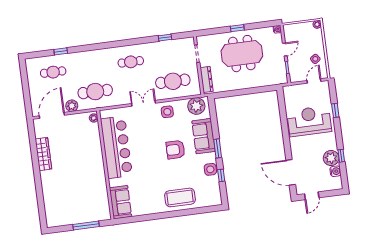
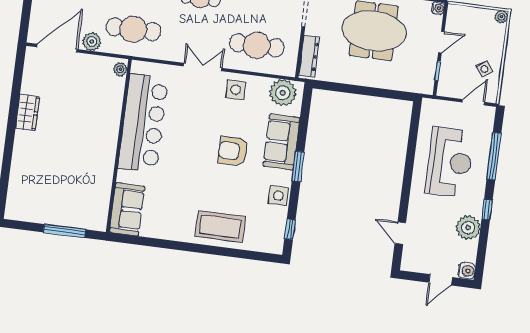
window: (335, 110) -> (494, 156), width x2.17
reception desk: (309, 121) -> (450, 162), turned 90
wardrobe: (43, 154) -> (27, 112), width x0.67
window: (341, 156) -> (487, 210), moved
water cooler: (335, 171) -> (467, 271), moved
door: (291, 172) -> (400, 233), width x0.53
window: (221, 175) -> (290, 229), moved
door: (312, 196) -> (441, 280), moved

